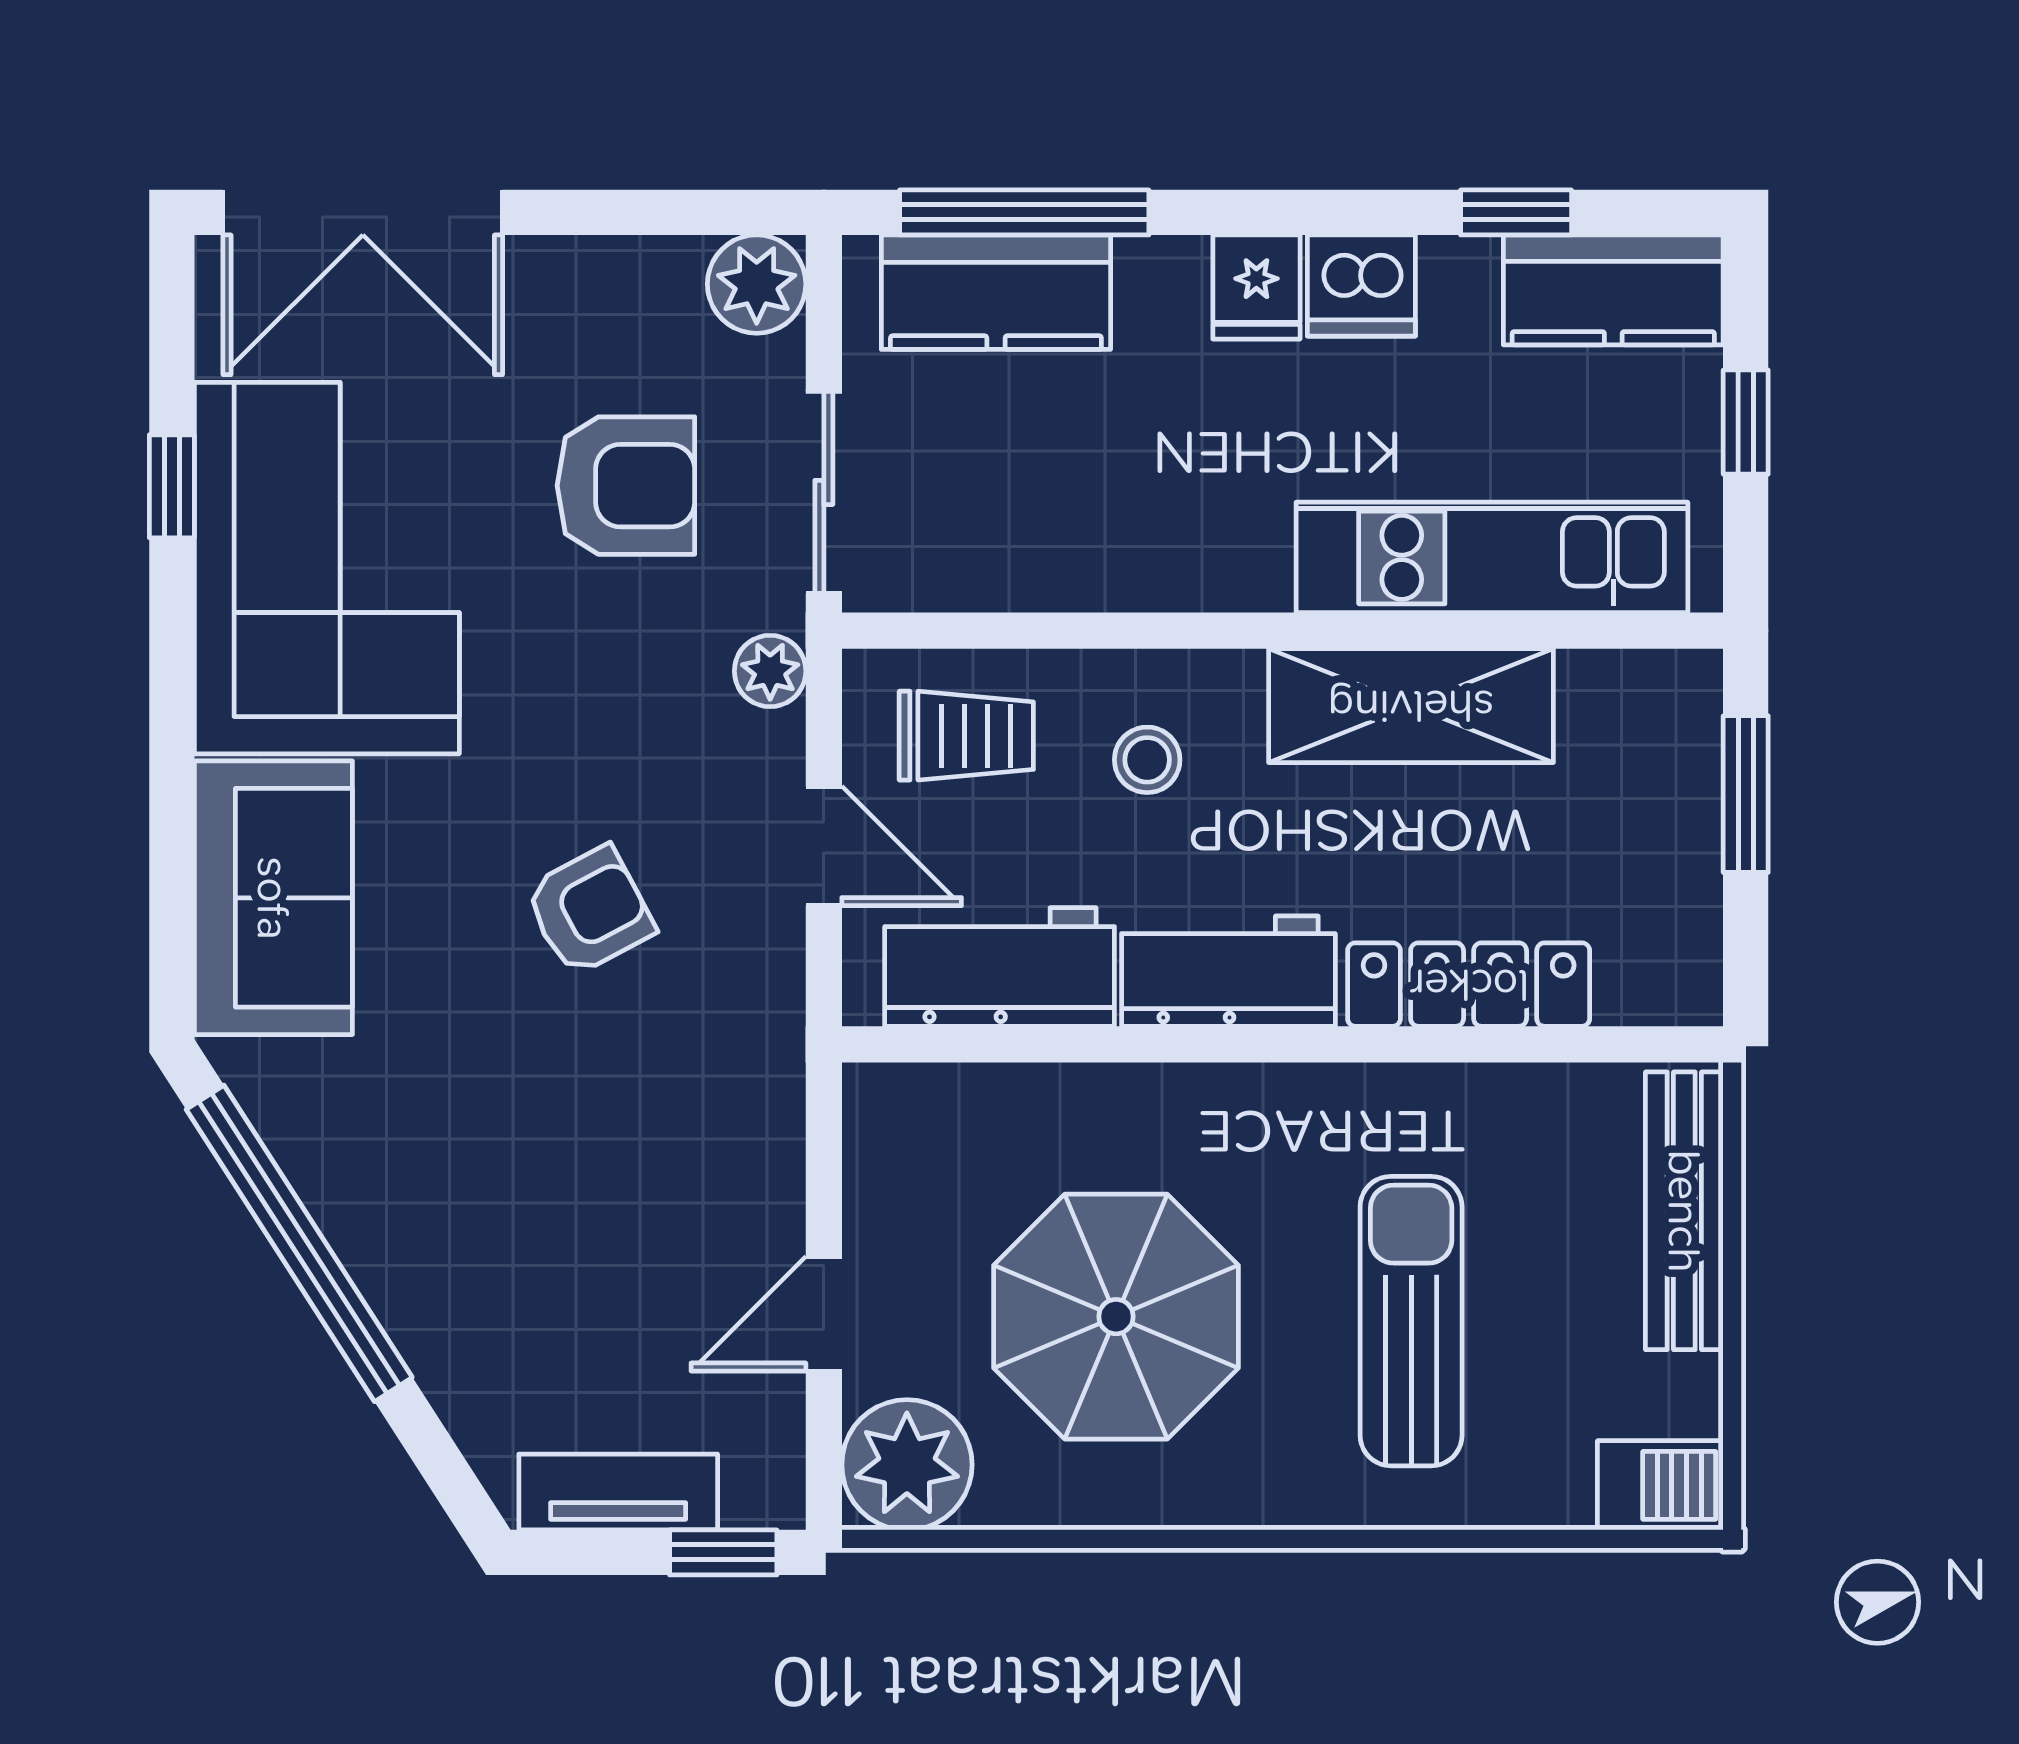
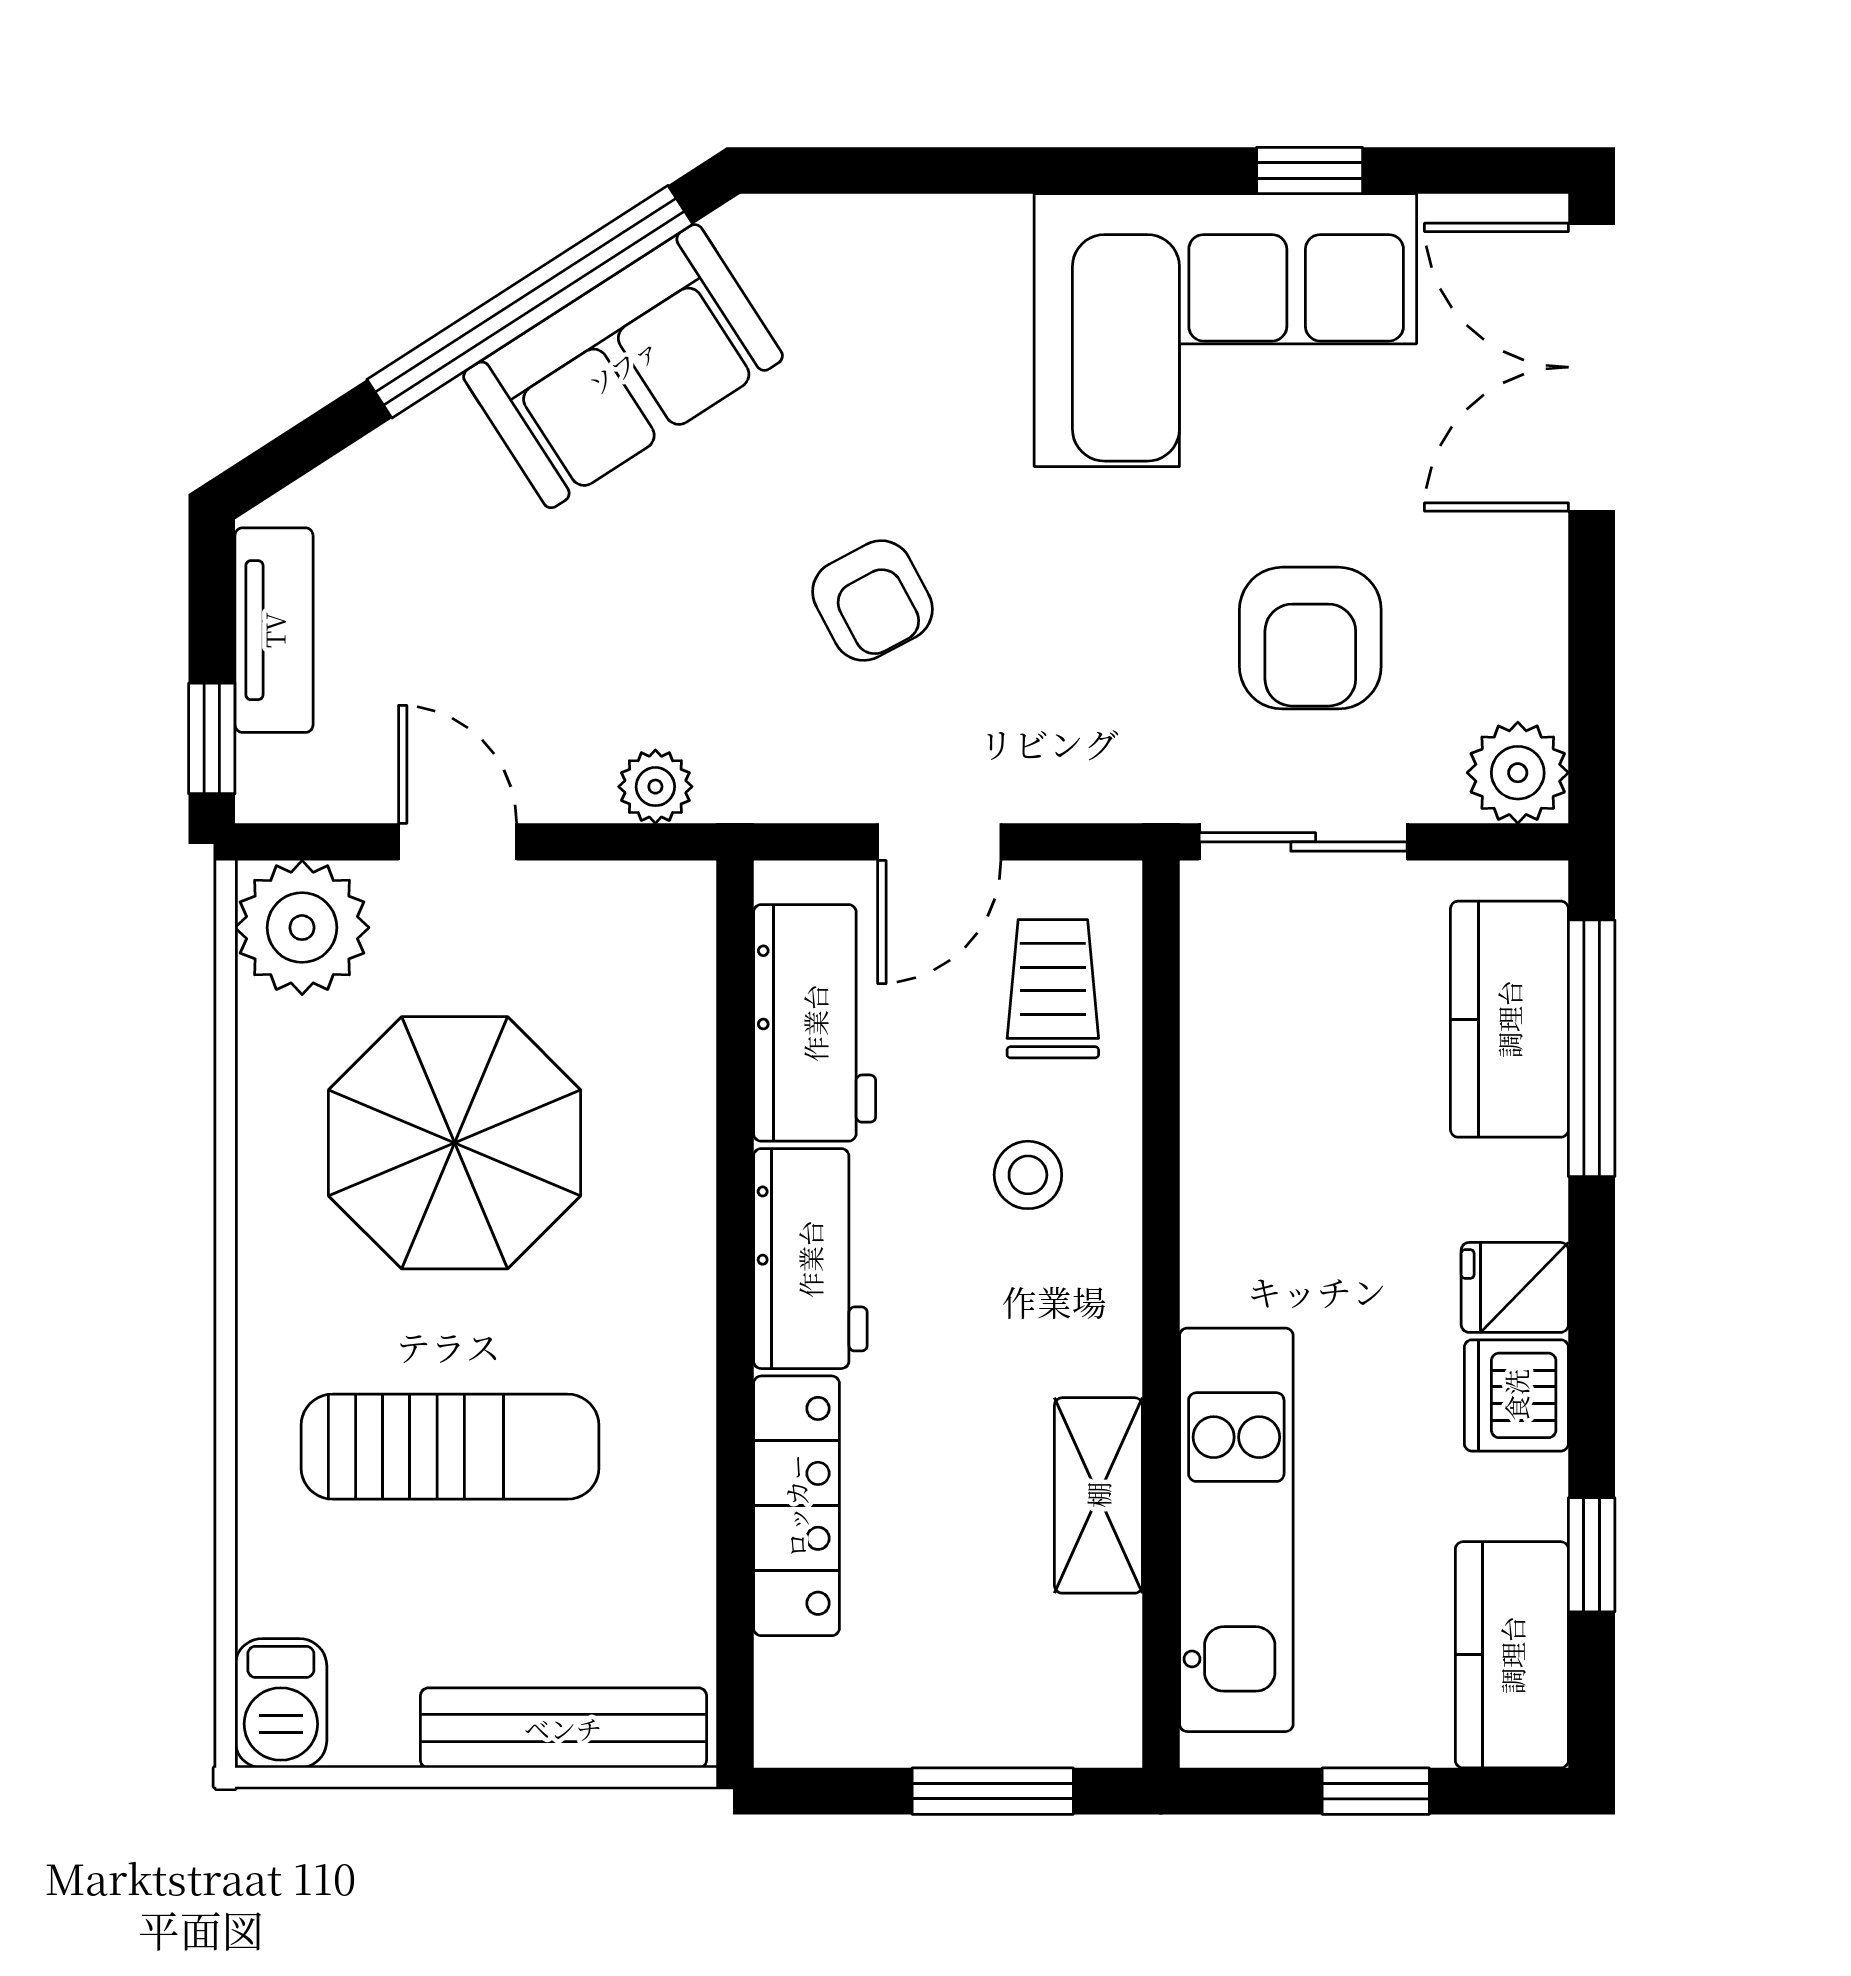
plant: (770, 671) -> (655, 787), moved
shelving: (1411, 706) -> (1098, 1495), width x0.67, depth x0.75
trolley: (966, 736) -> (1053, 989), turned 180
sofa: (273, 898) -> (623, 366), moved, turned -33

